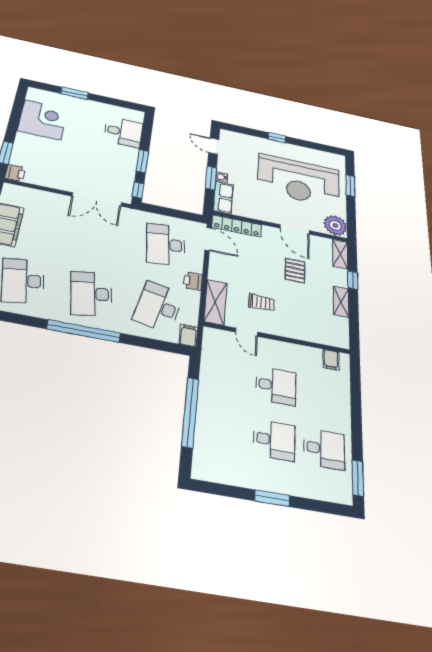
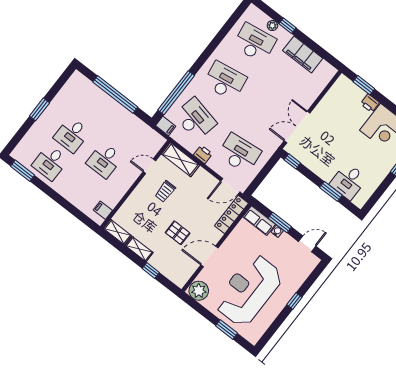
window: (142, 161) -> (331, 191), moved
printer: (15, 173) -> (370, 103), moved
shelving: (340, 254) -> (118, 232), moved
window: (84, 331) -> (176, 93), moved

